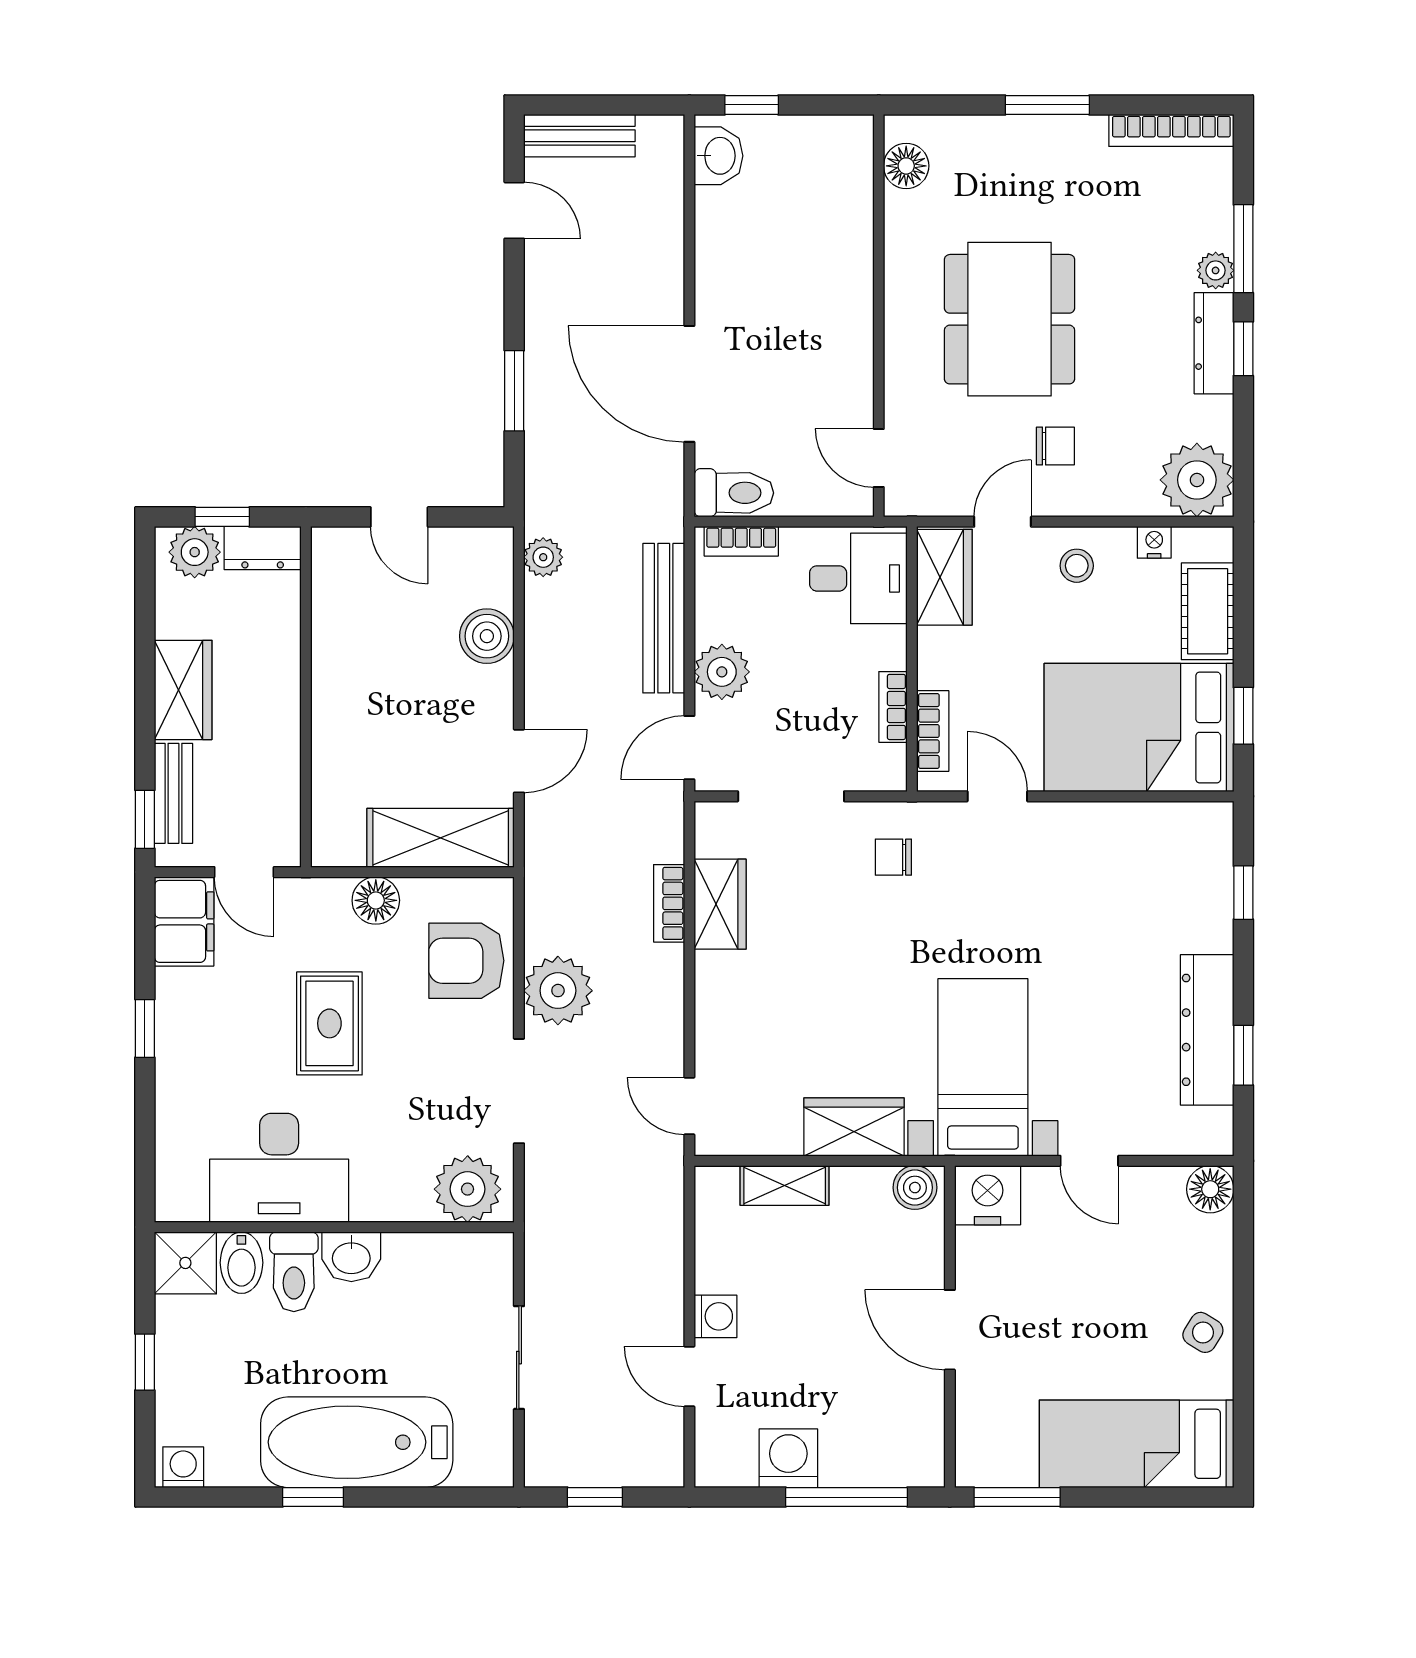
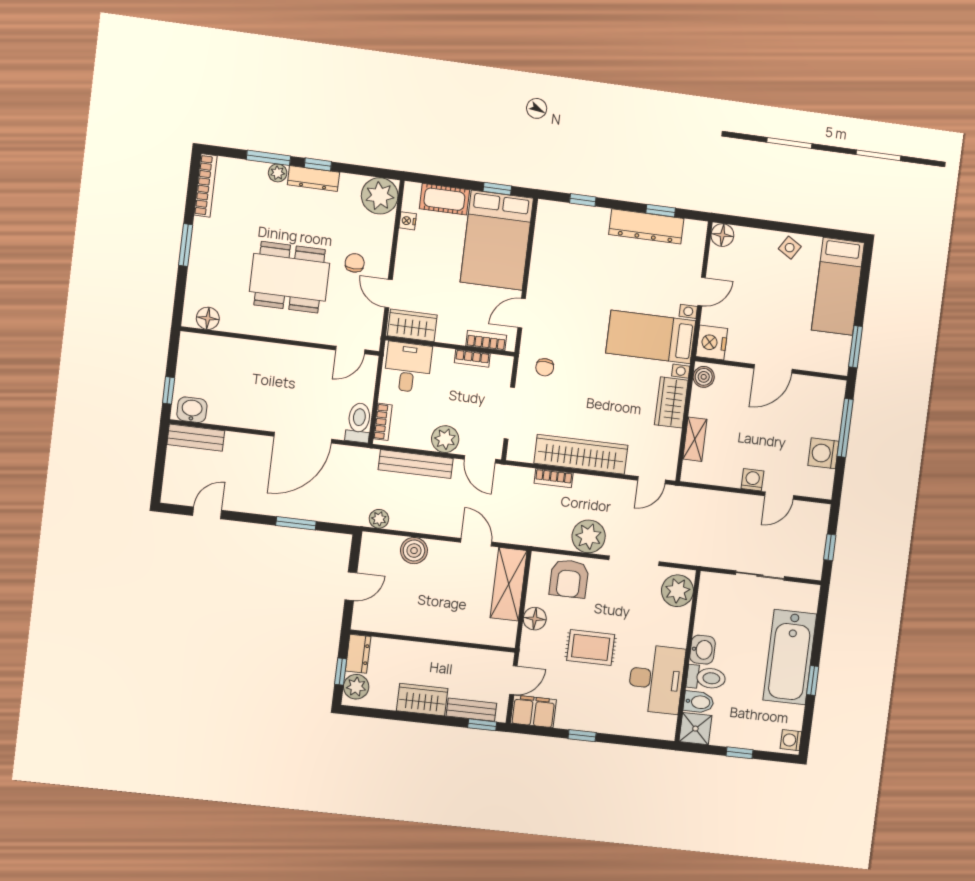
bench: (579, 136) -> (196, 438), moved, turned 90
stool: (1077, 566) -> (414, 260), removed
wardrobe: (720, 904) -> (581, 454), width x2.10, depth x1.17

